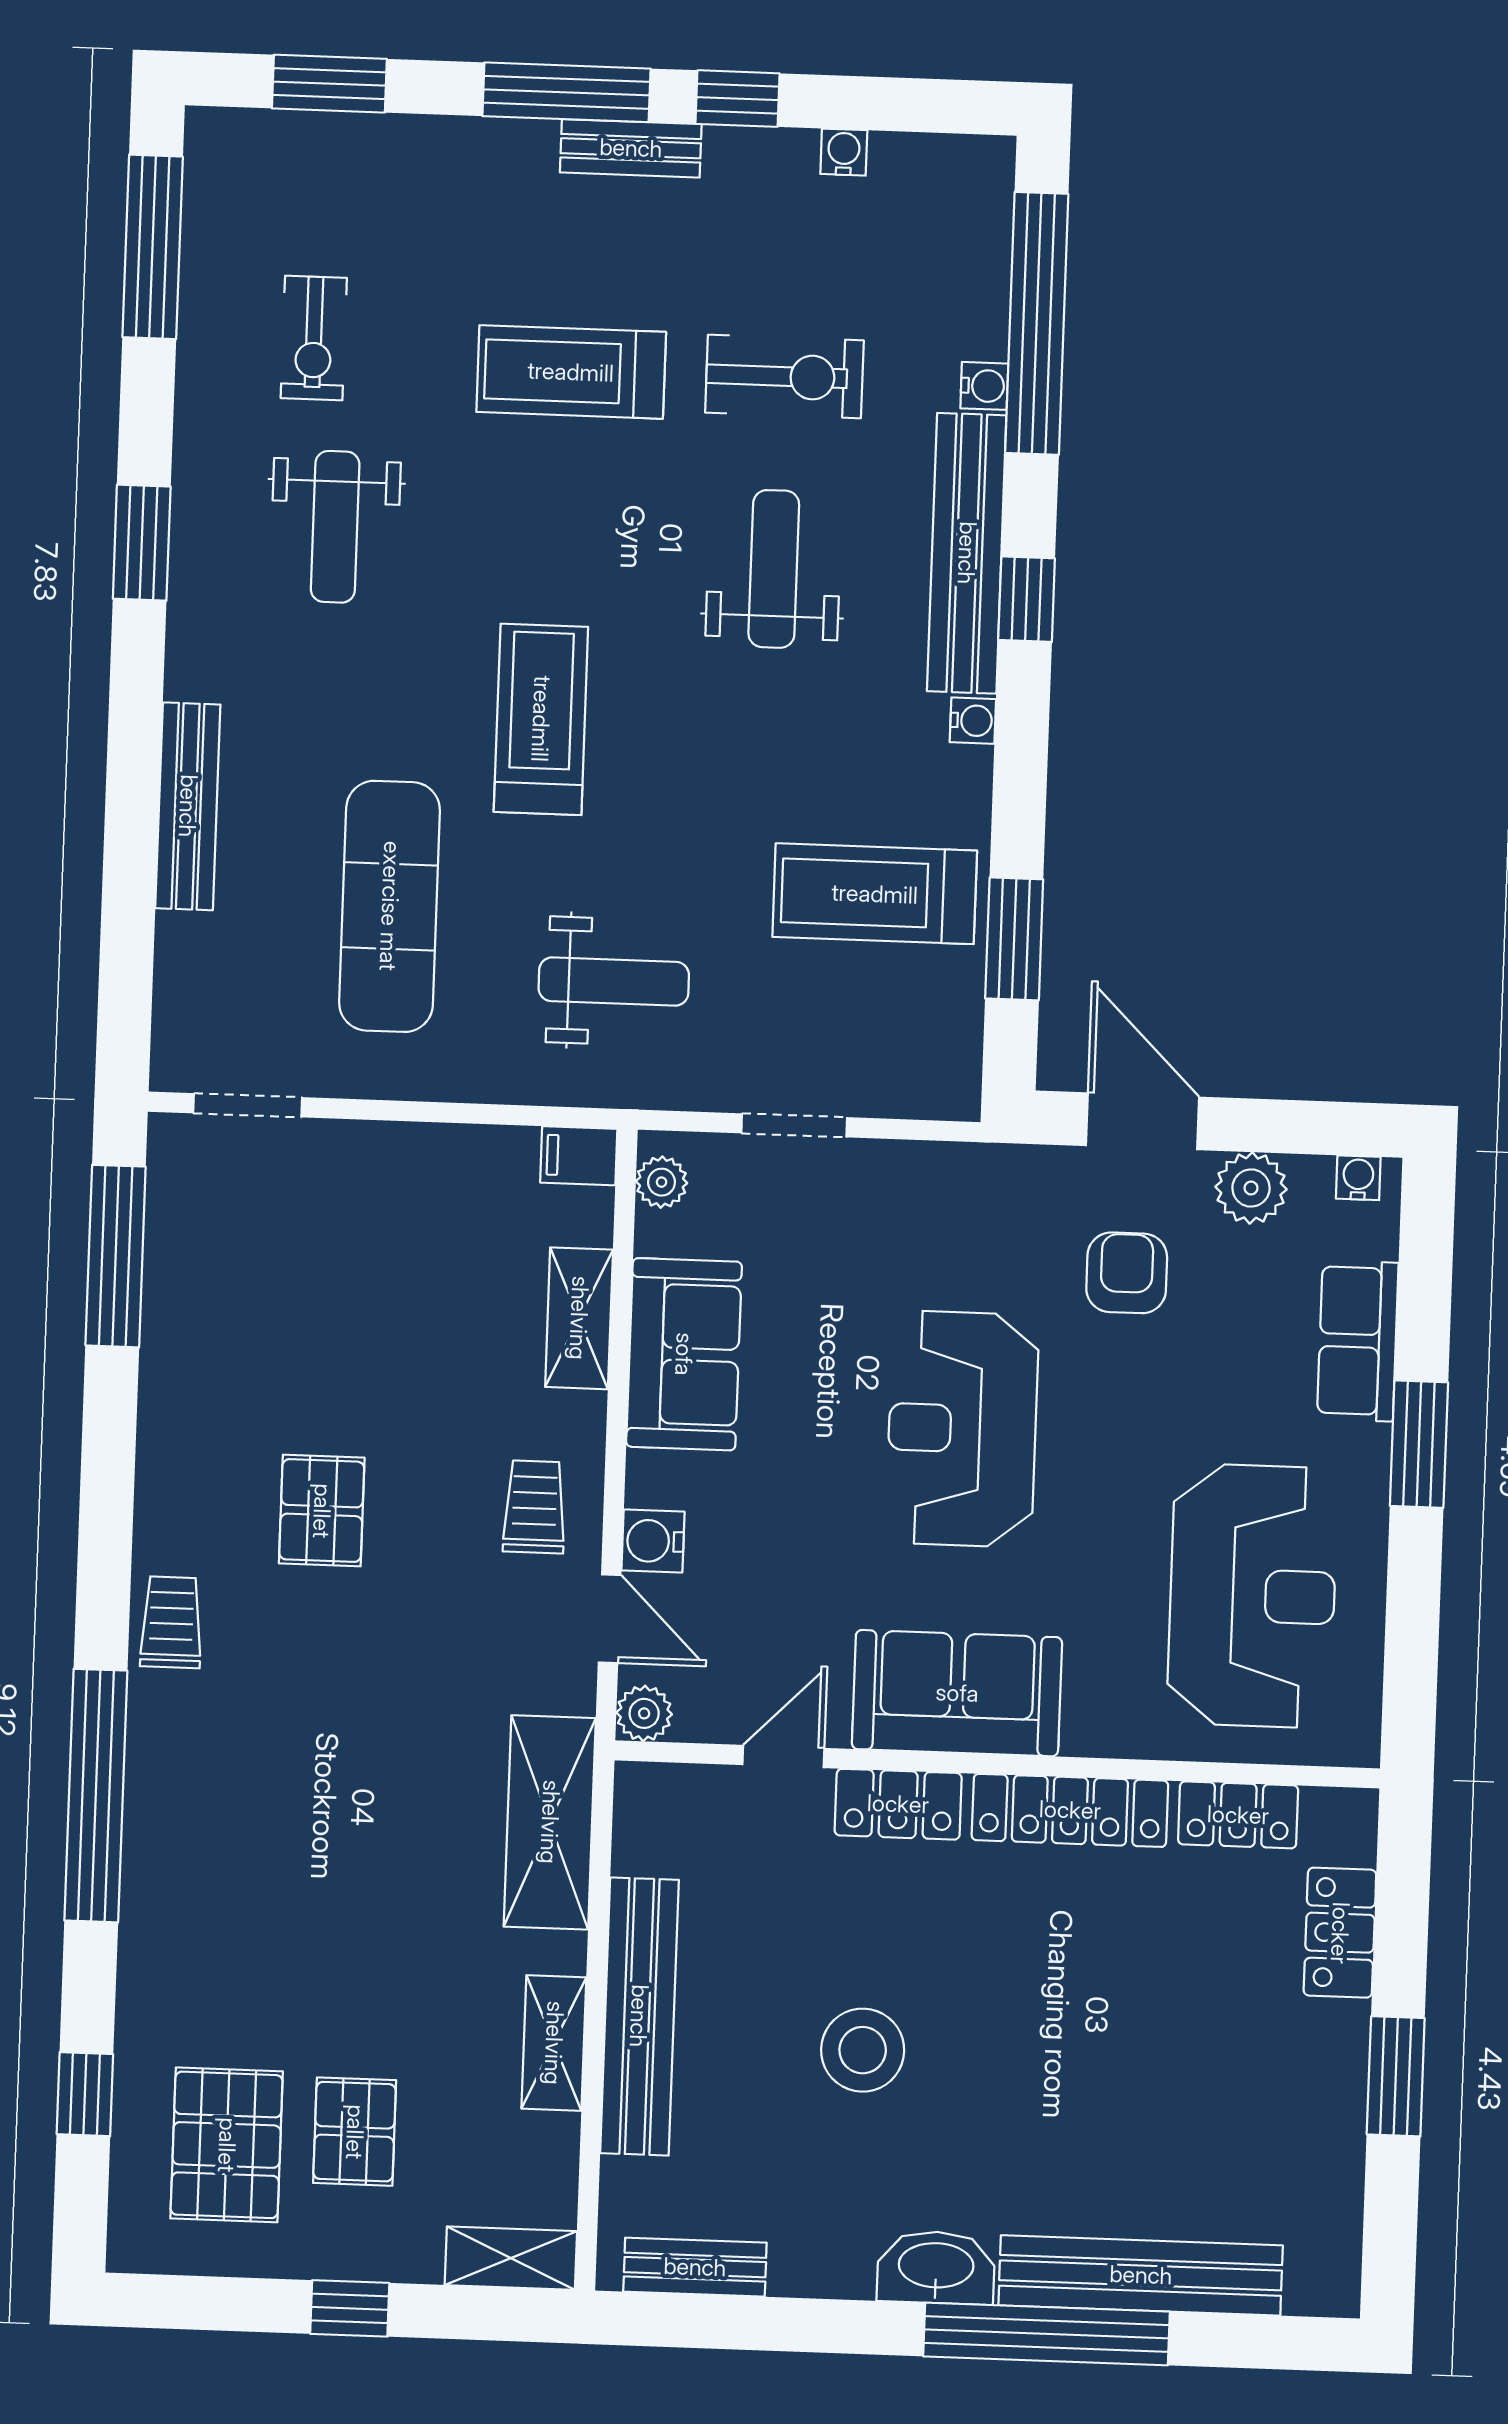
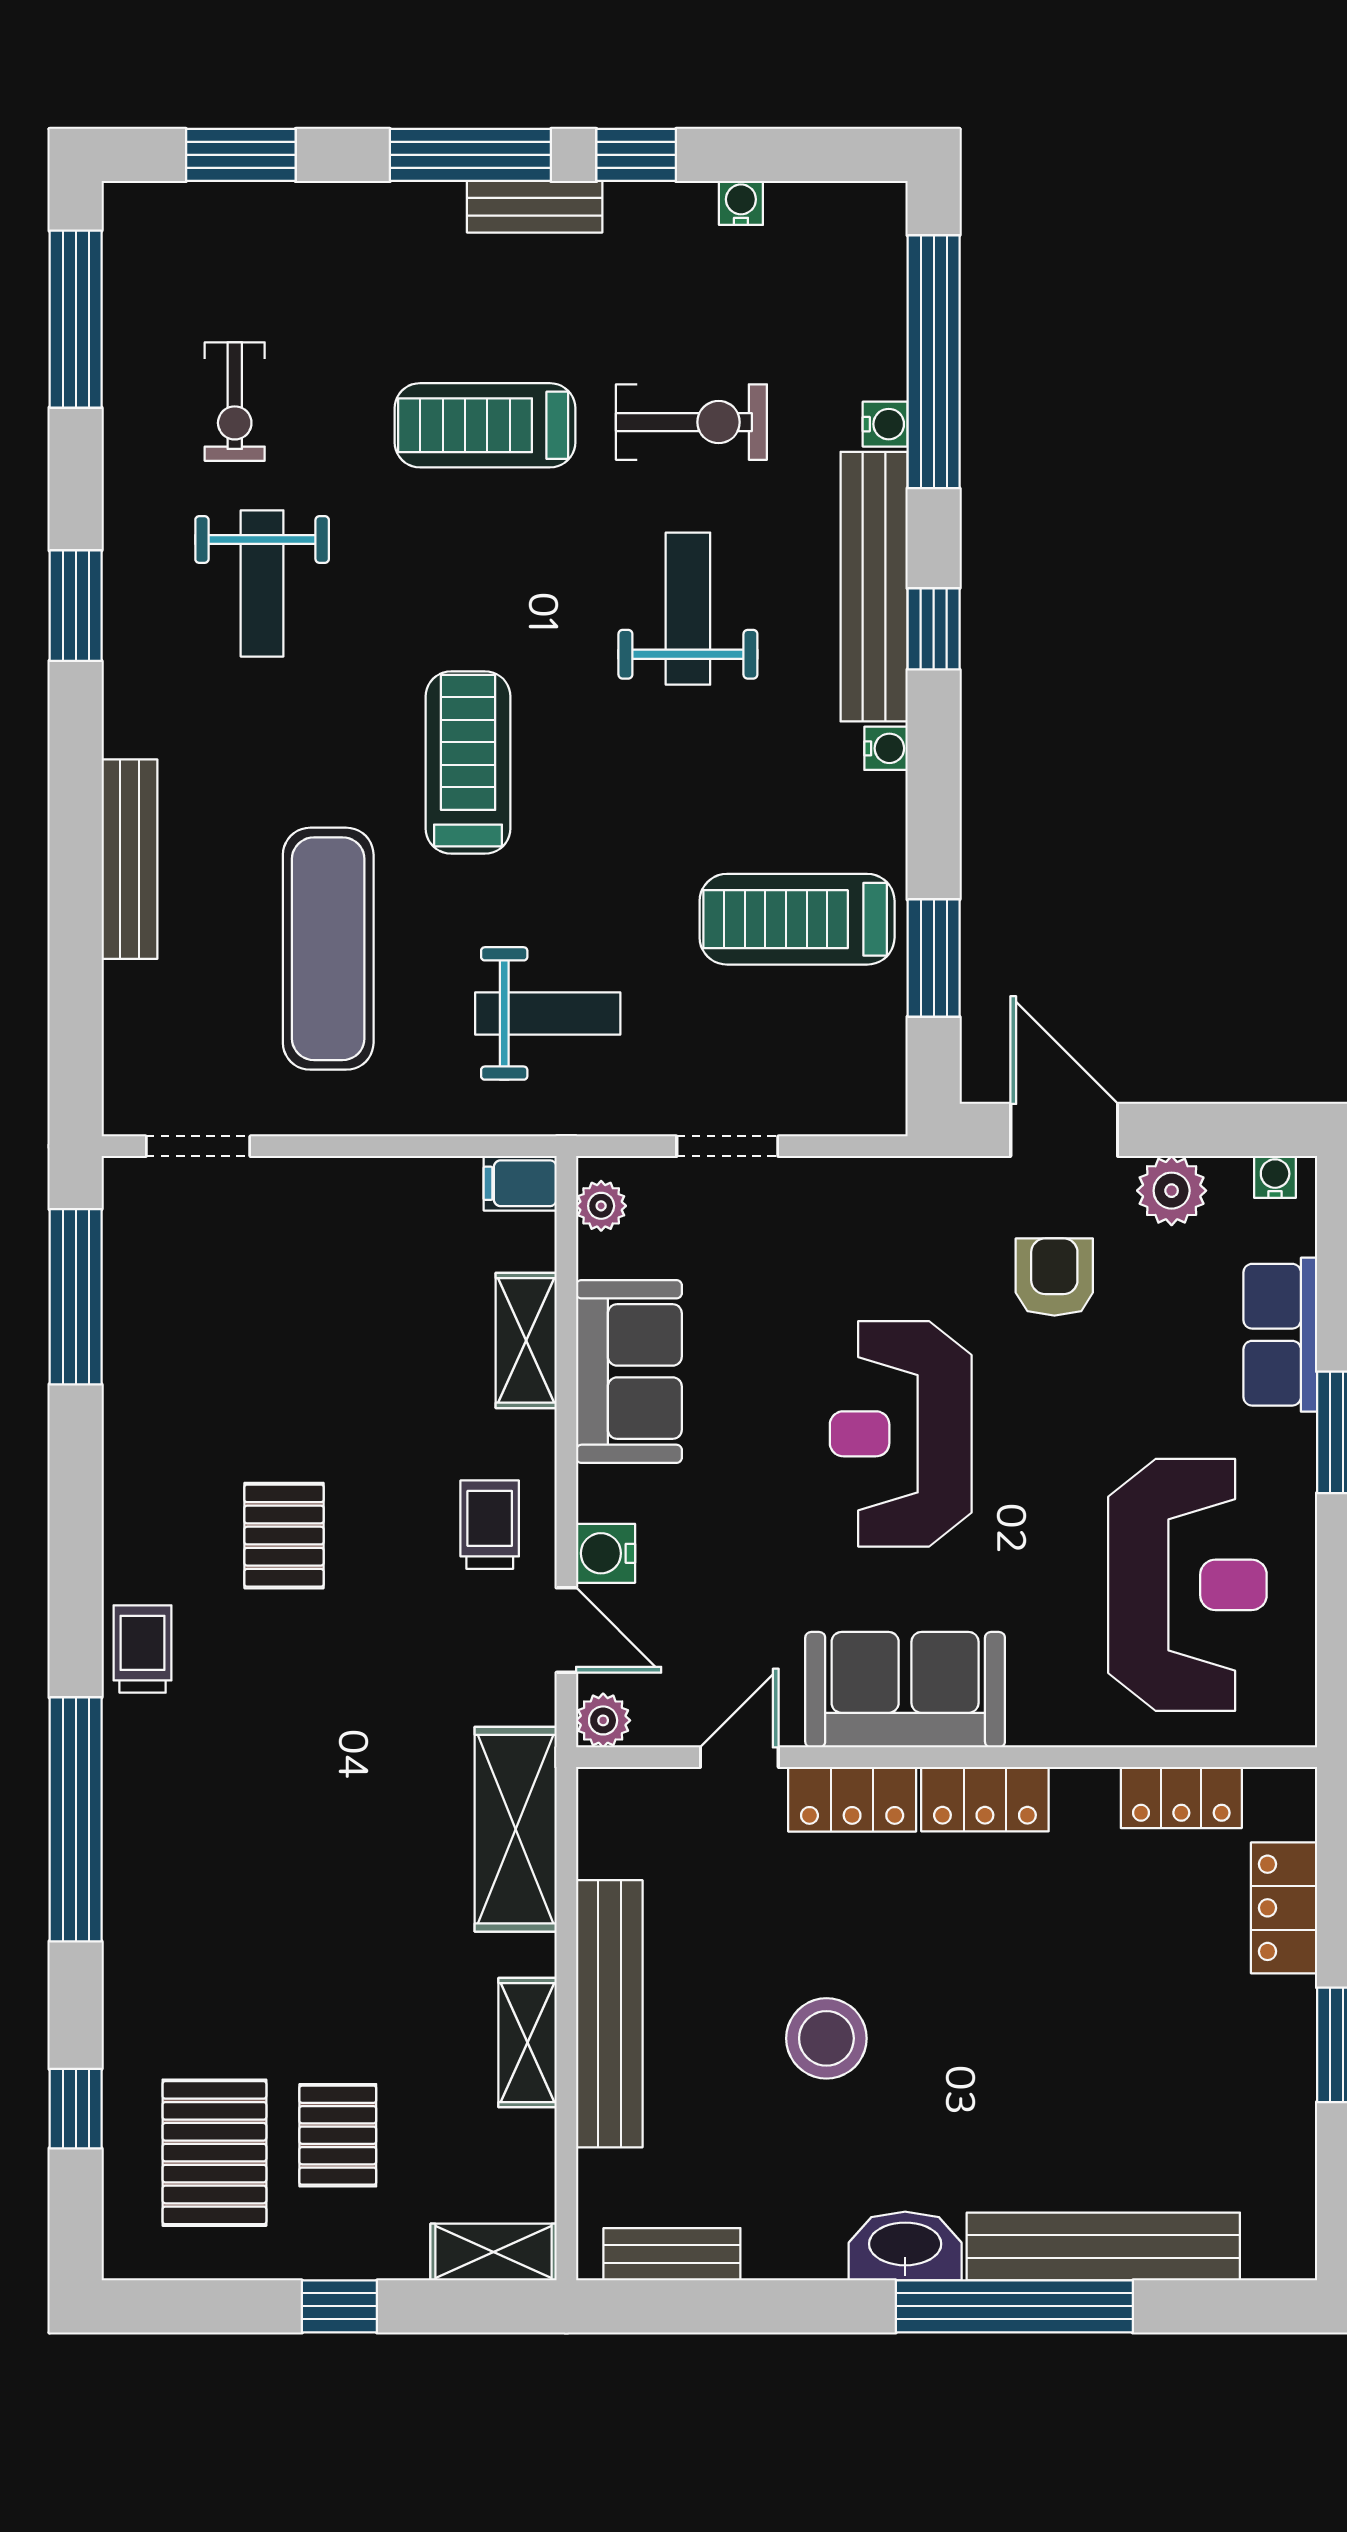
locker: (1070, 1810) -> (985, 1799), width x0.66

